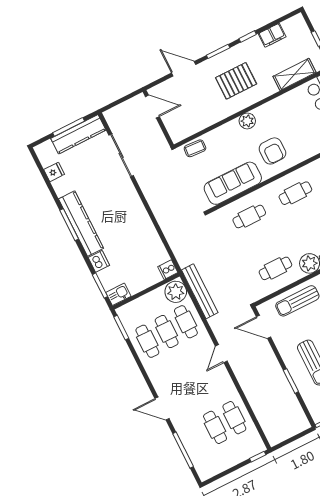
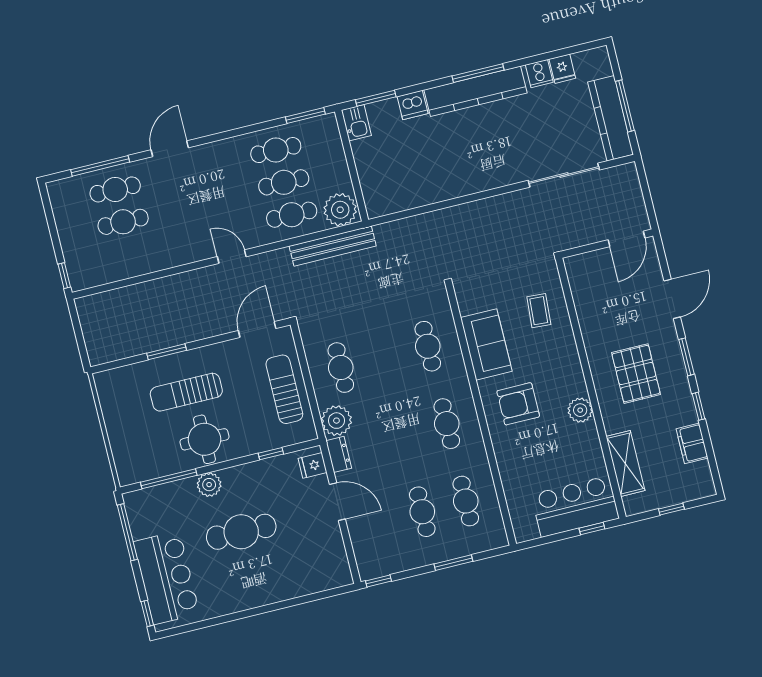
plant: (247, 121) -> (580, 410), moved
coffee table: (195, 148) -> (539, 311), moved
sofa: (233, 183) -> (486, 344), width x0.73
cooker: (168, 270) -> (539, 74), moved, turned 180
cafe table: (234, 418) -> (115, 189), moved

